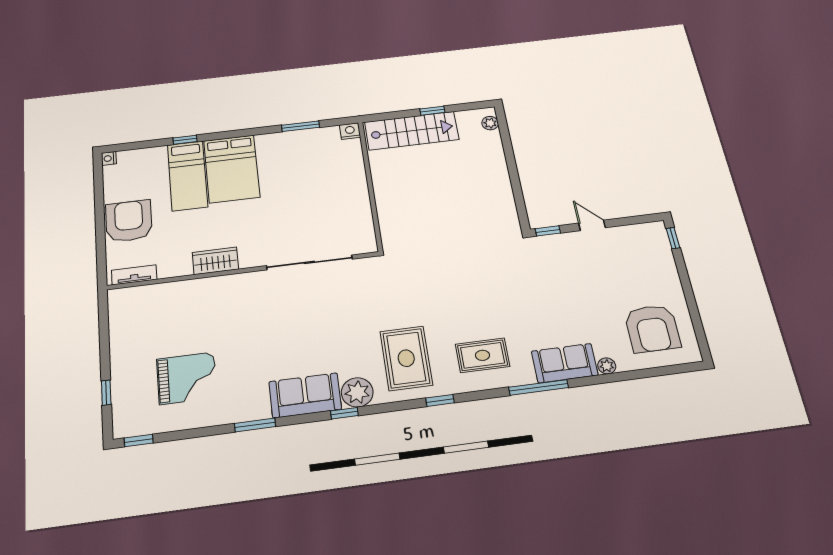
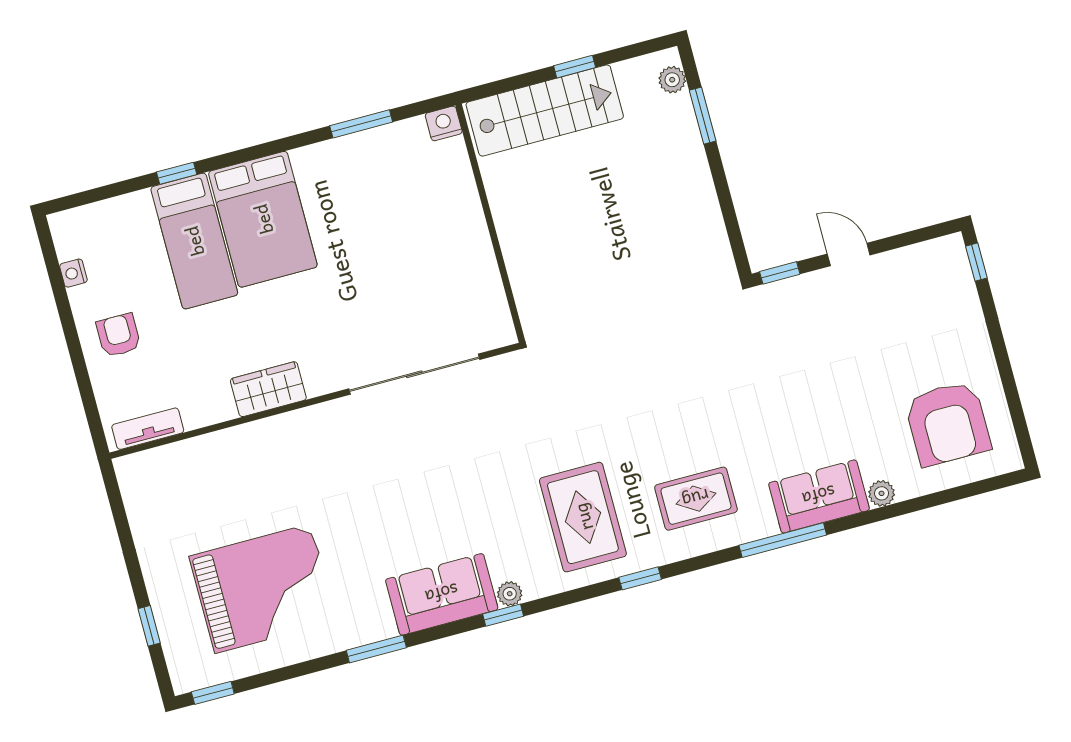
window: (507, 143) -> (703, 116), added
nightstand: (109, 158) -> (73, 273), moved
armchair: (129, 221) -> (119, 335), width x0.53, depth x0.53
grand piano: (187, 378) -> (263, 589), width x1.37, depth x1.48
plant: (357, 392) -> (510, 594), width x0.53, depth x0.53

